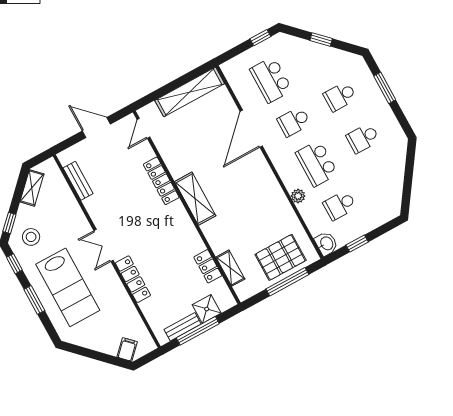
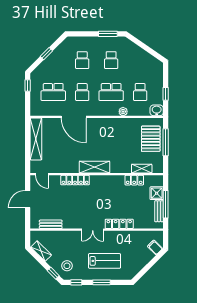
window: (385, 88) -> (108, 34), moved
lab bench: (68, 287) -> (105, 261), width x0.73, depth x0.72

